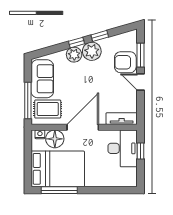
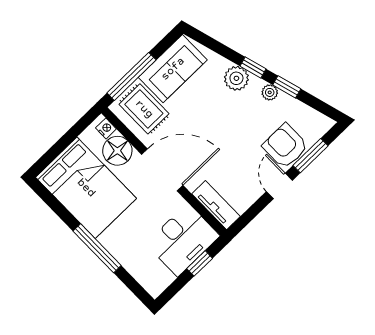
plant: (92, 51) -> (270, 92), width x0.53, depth x0.53
window: (59, 190) -> (97, 248), moved

